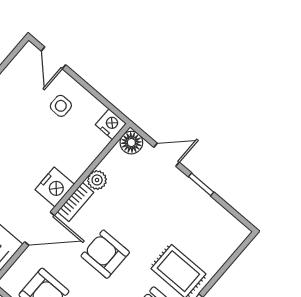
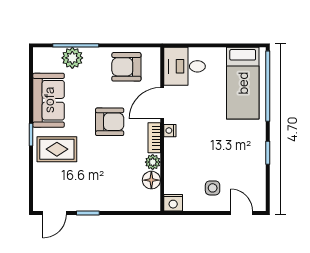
floor lamp: (131, 143) -> (151, 180), moved
door: (167, 155) -> (54, 213), moved
nightstand: (55, 187) -> (170, 131), width x0.53, depth x0.56

